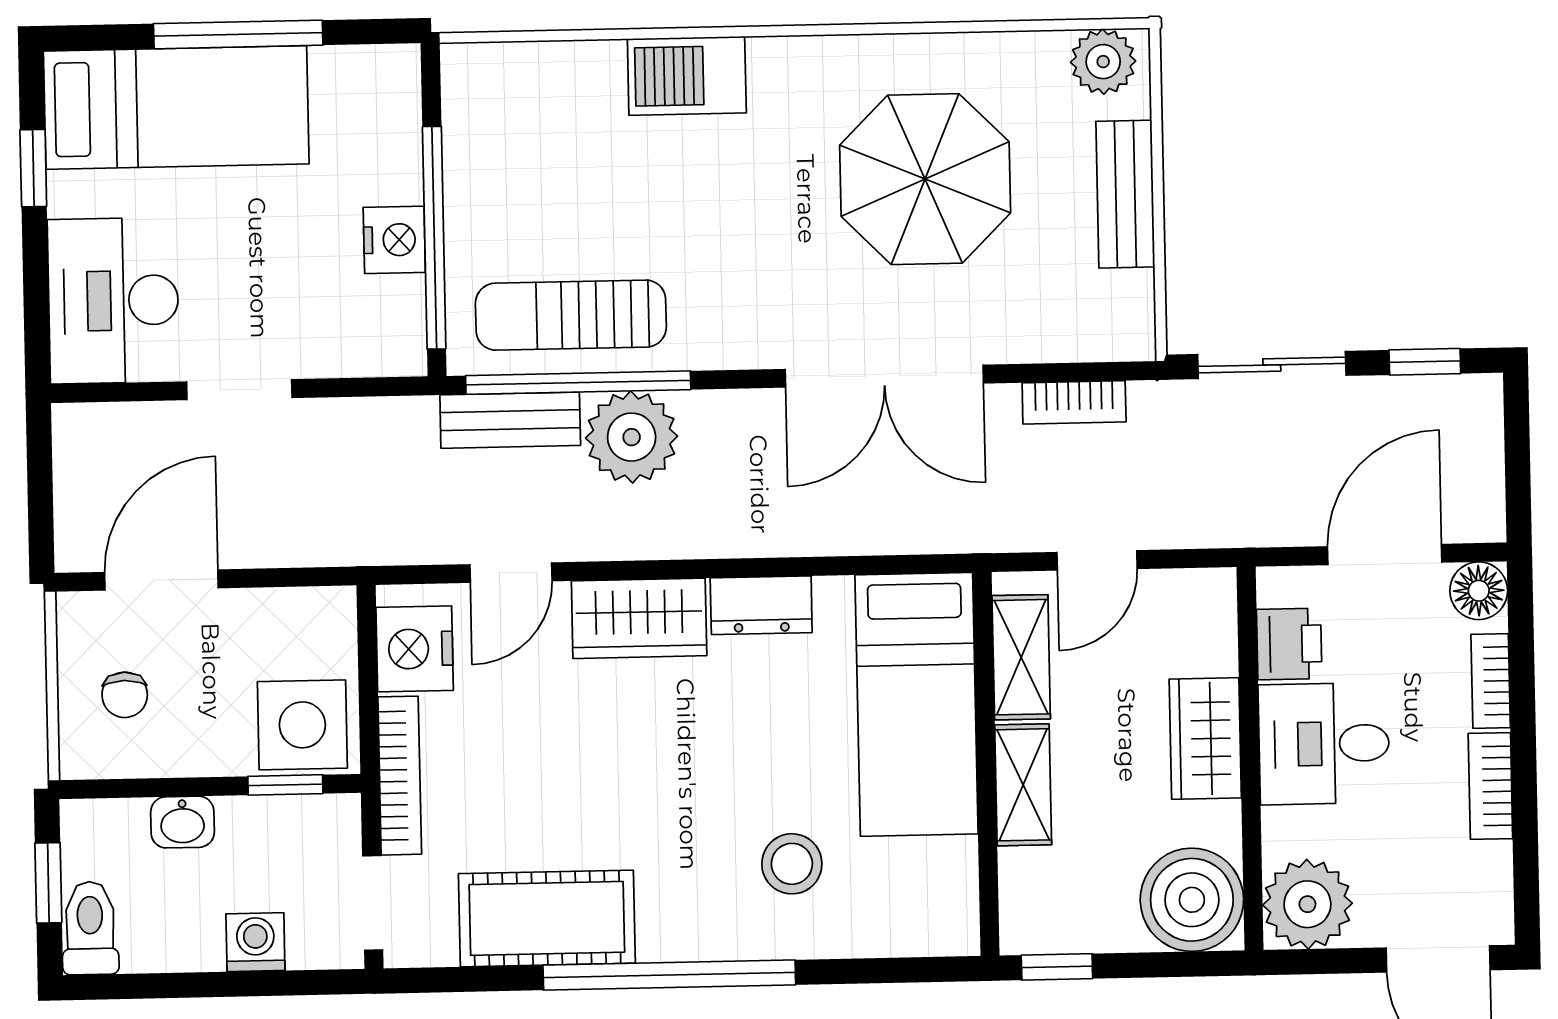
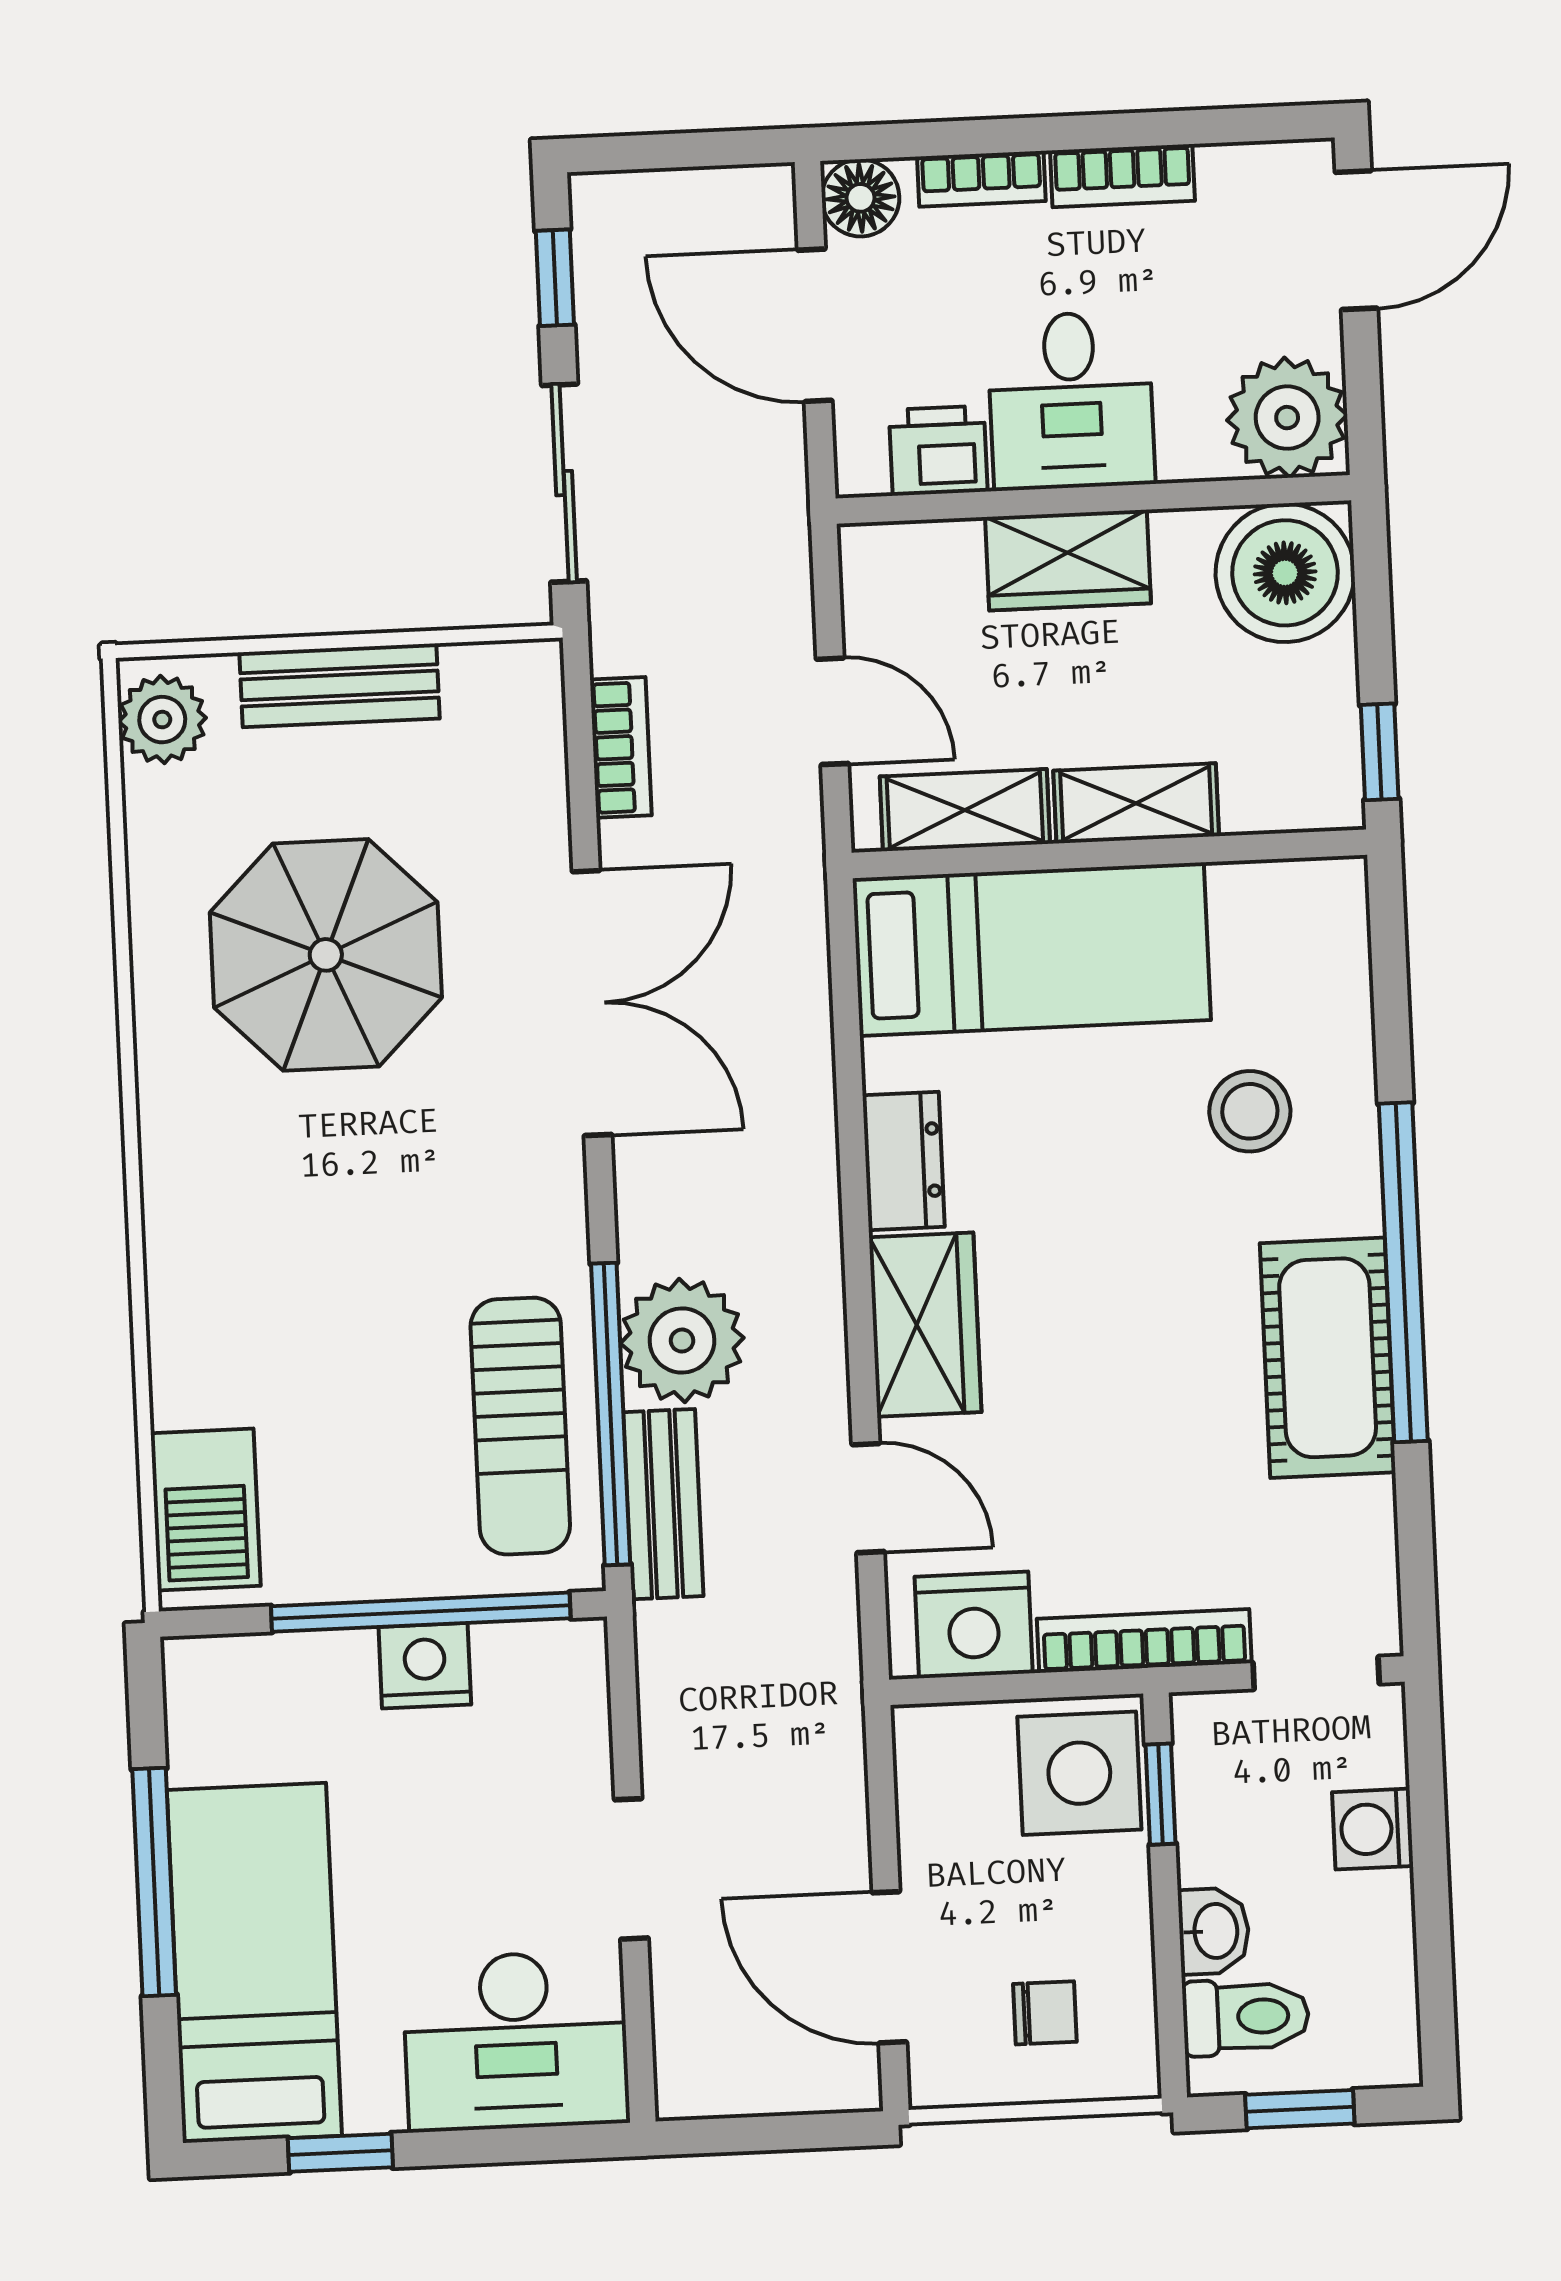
barbecue: (687, 76) -> (206, 1510), moved
cot: (547, 918) -> (1328, 1358), moved
toilet: (90, 928) -> (1246, 2017), moved, turned 180

